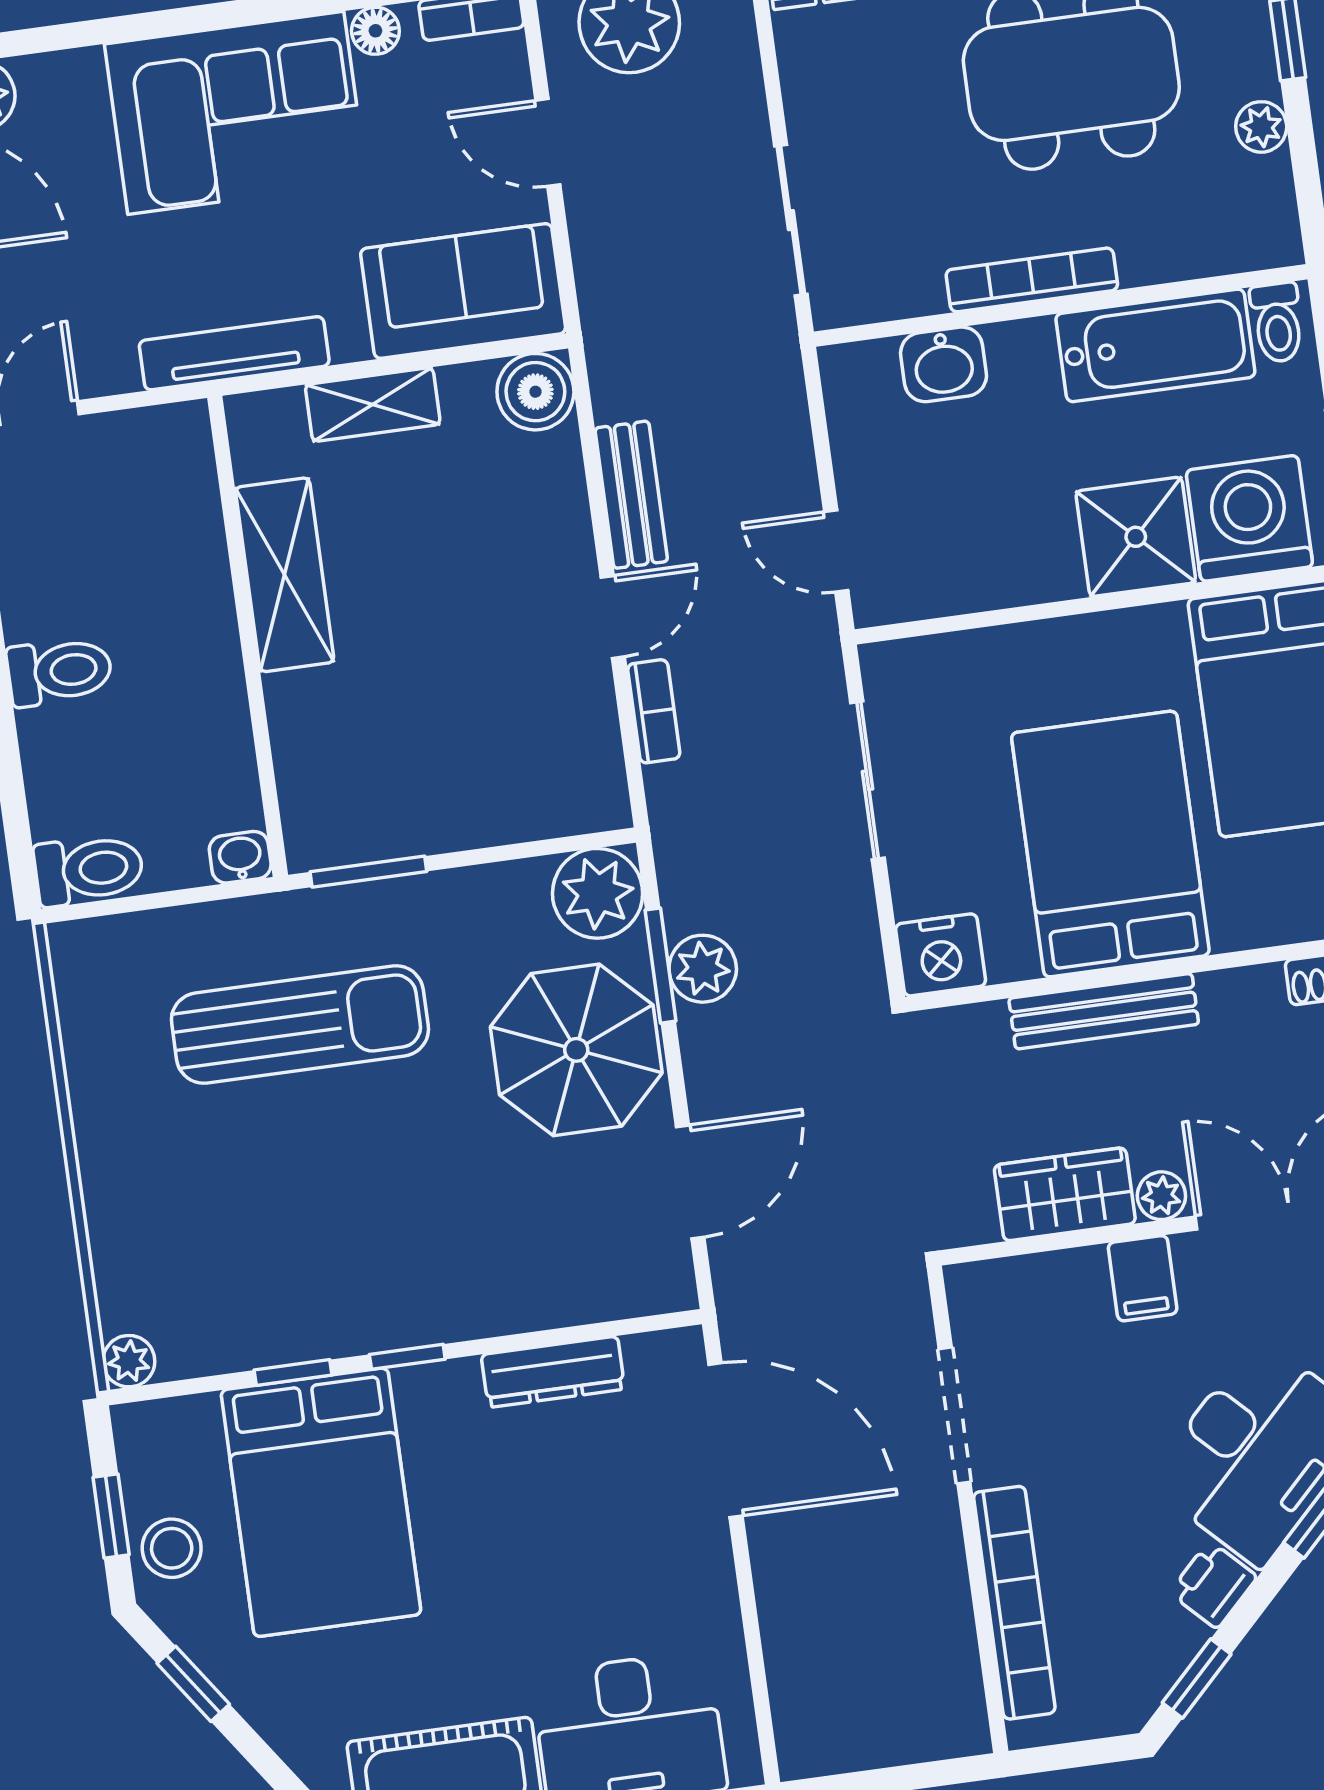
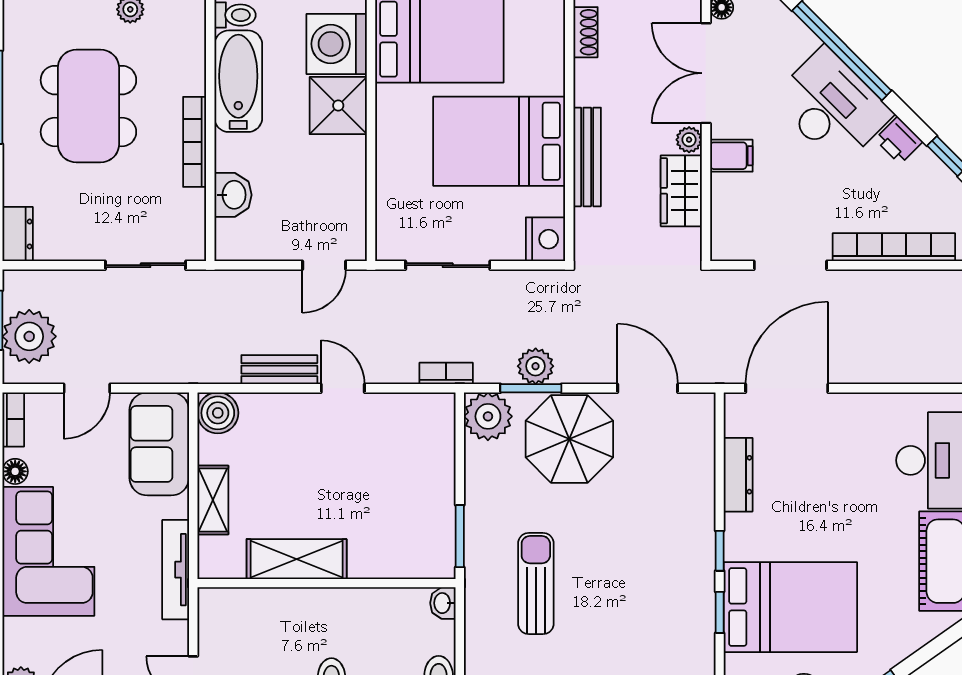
bookcase: (654, 711) -> (446, 373), moved
sun lounger: (300, 1025) -> (536, 584), width x0.73, depth x0.75

